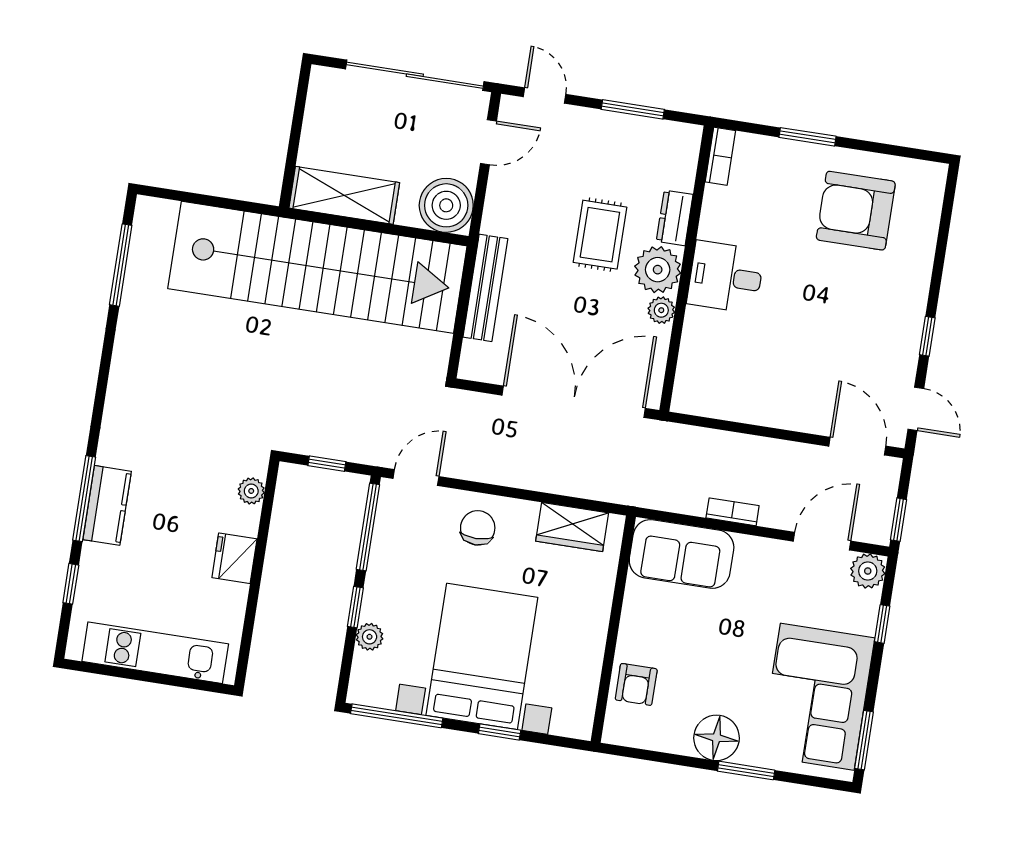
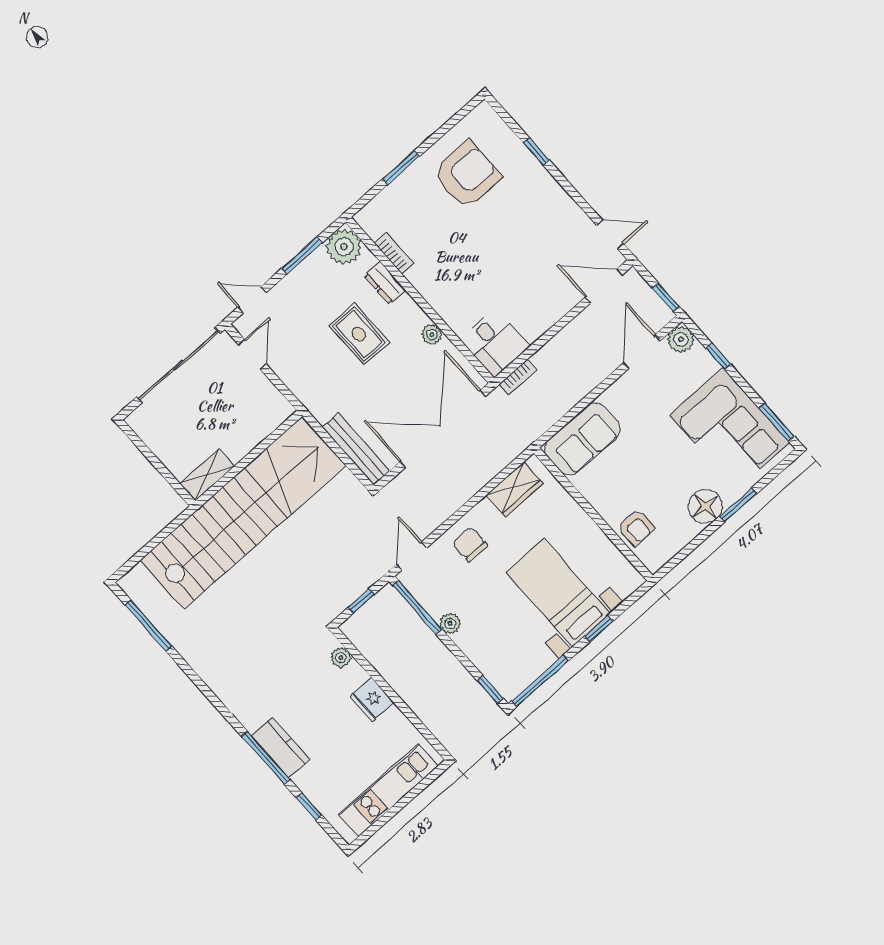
bookcase: (720, 156) -> (394, 253), moved
shelving: (344, 195) -> (207, 475), width x0.67, depth x0.75
boiler: (446, 205) -> (269, 409), removed
armchair: (856, 211) -> (467, 175), turned 180
plant: (658, 270) -> (344, 247), moved
desk: (726, 277) -> (495, 343), moved, turned -90
bench: (485, 288) -> (356, 449), moved
window: (927, 336) -> (536, 151), moved
bookcase: (733, 512) -> (518, 377), moved, turned 180
window: (355, 607) -> (490, 689), moved
plant: (370, 637) -> (450, 623), moved
bed with nightstands: (482, 656) -> (558, 593), width x0.73

